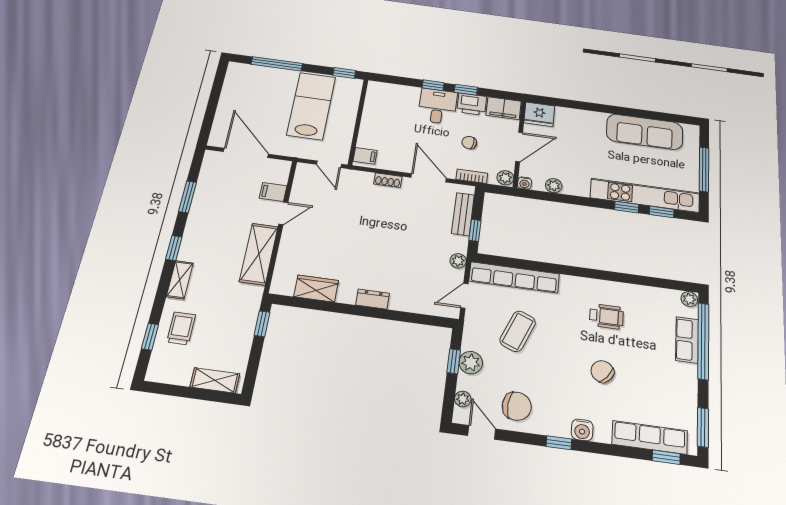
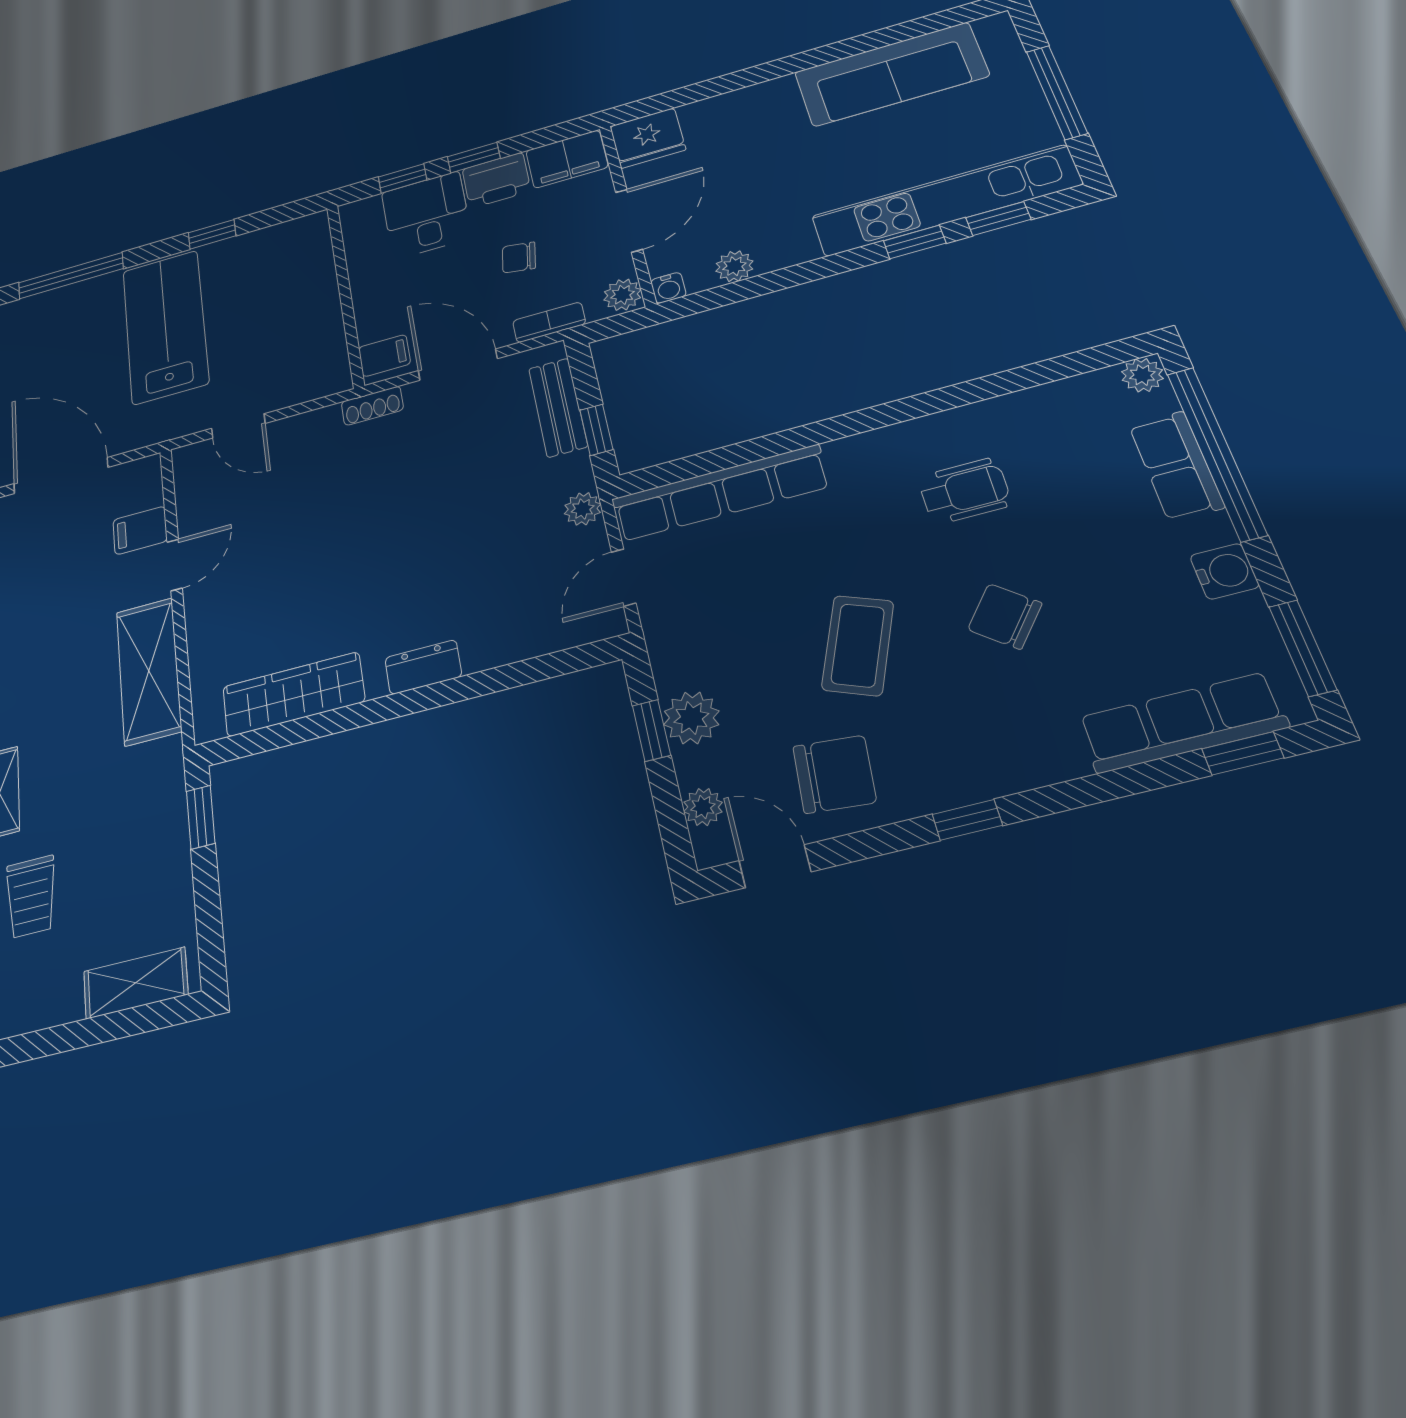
wall: (358, 122) -> (345, 294), moved
filing cabinet: (365, 156) -> (384, 356), moved
wardrobe: (316, 289) -> (293, 694), width x1.50
trolley: (181, 328) -> (31, 897), turned 180
coffee table: (518, 331) -> (858, 645), moved
water cooler: (582, 430) -> (1225, 571), moved, turned -90

